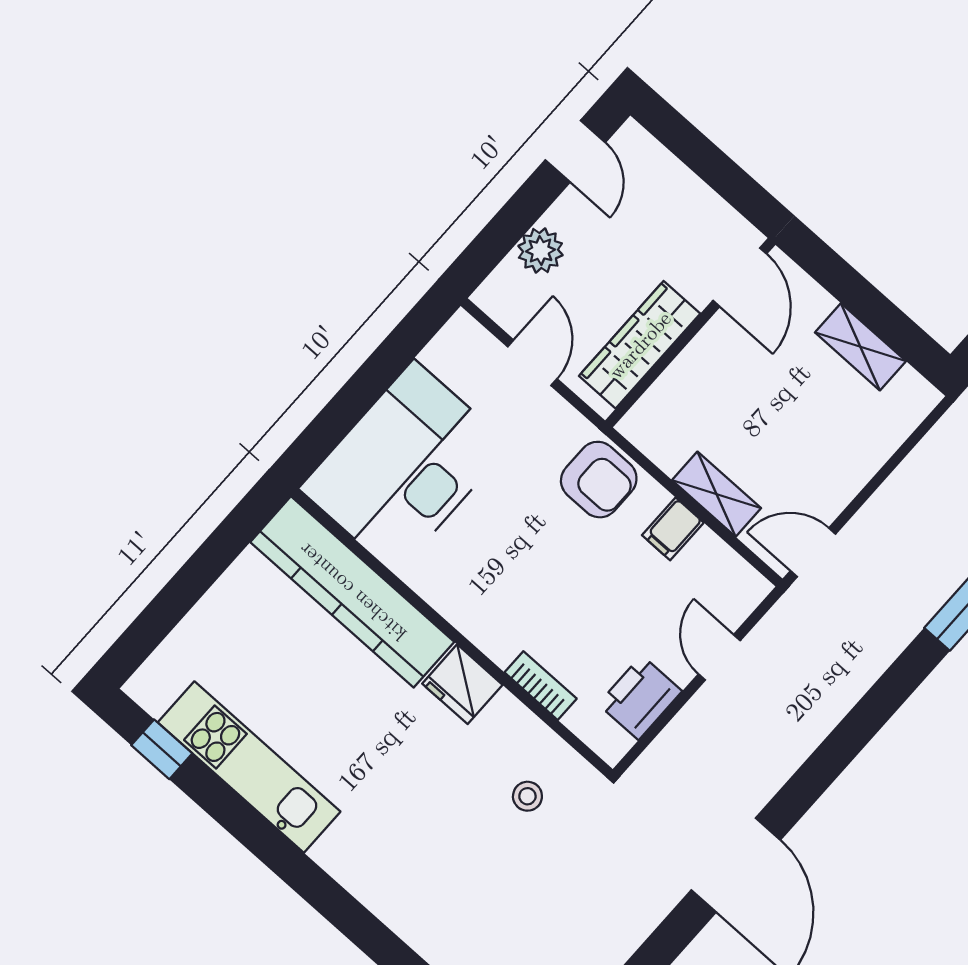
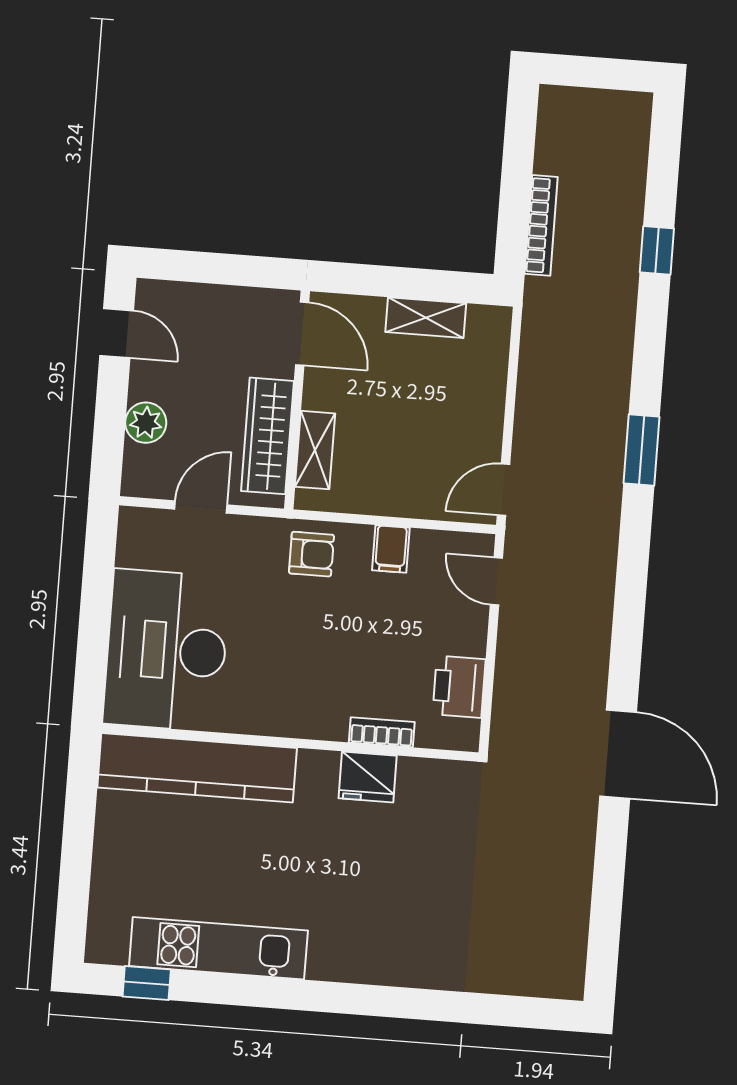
door: (532, 363) -> (201, 507), hinge flipped
armchair: (599, 480) -> (311, 554), width x0.72, depth x0.72
shelving: (717, 494) -> (315, 450), moved, turned 90
door: (719, 657) -> (496, 581), moved
fridge: (462, 684) -> (368, 777), moved
stool: (527, 796) -> (432, 818), removed

